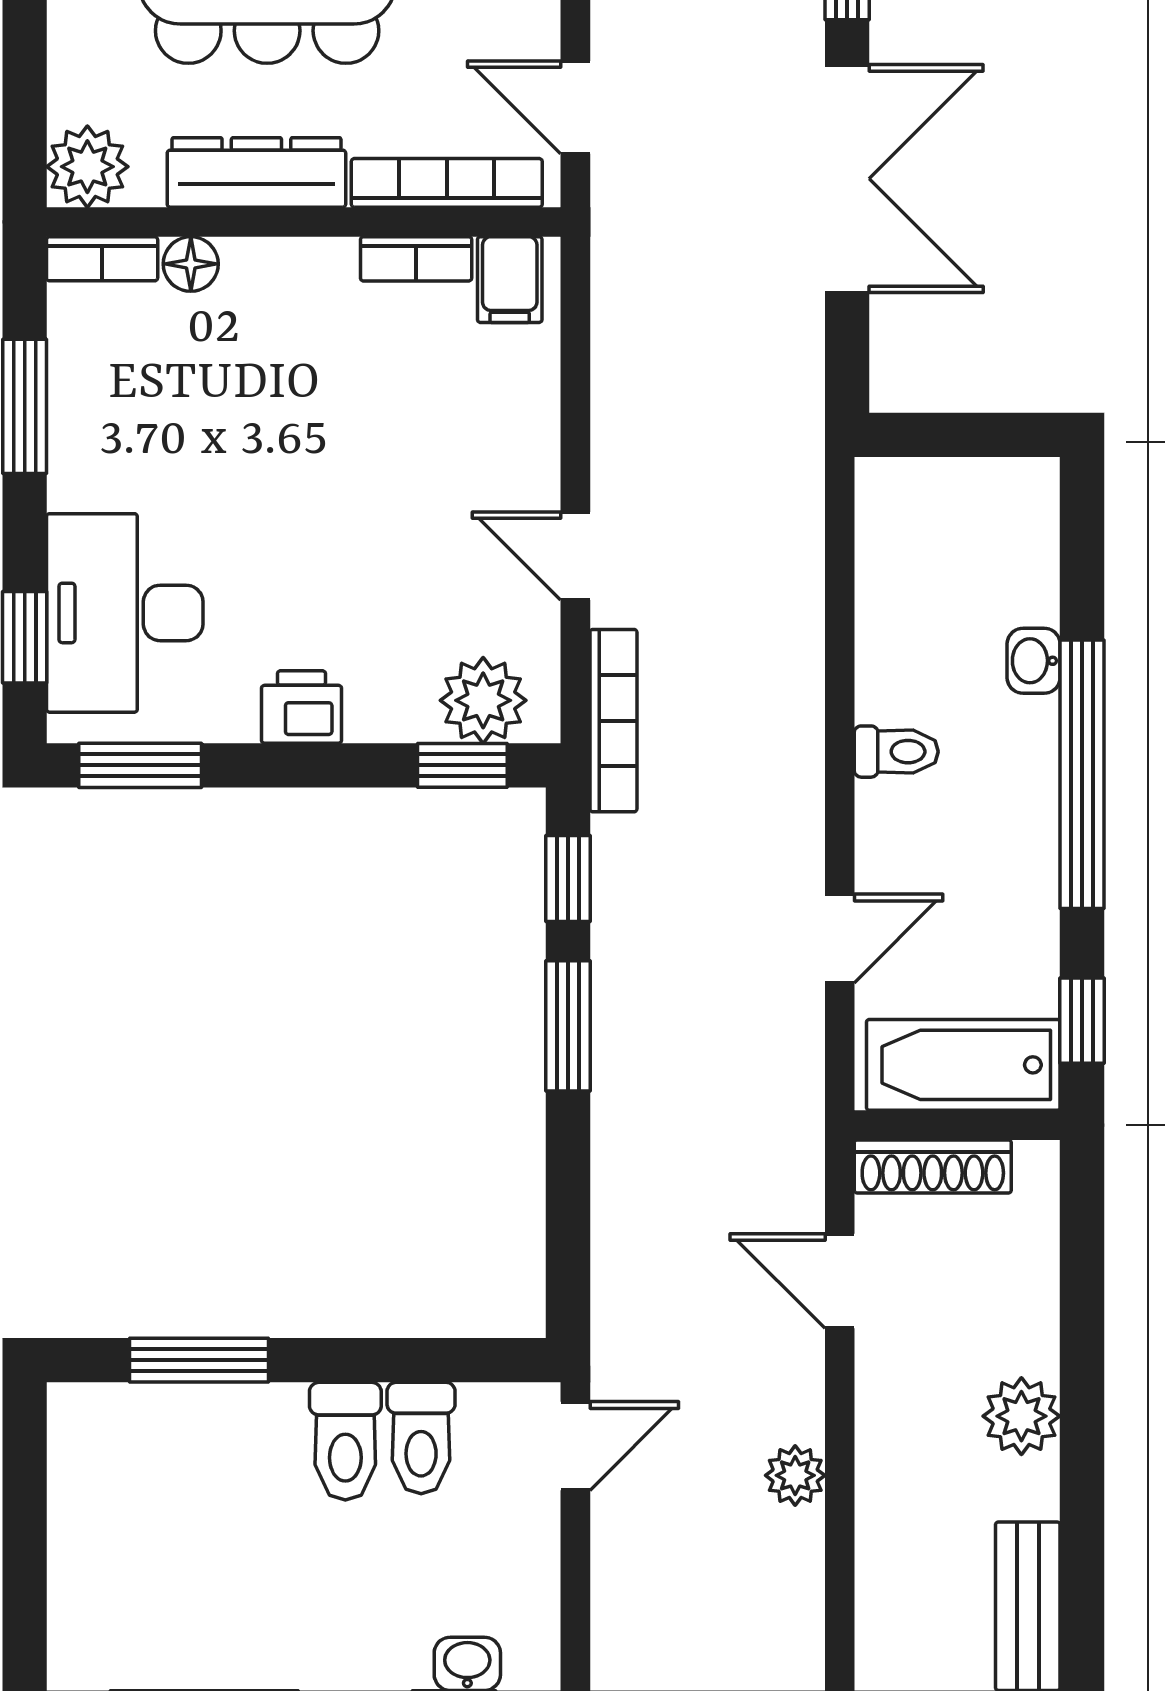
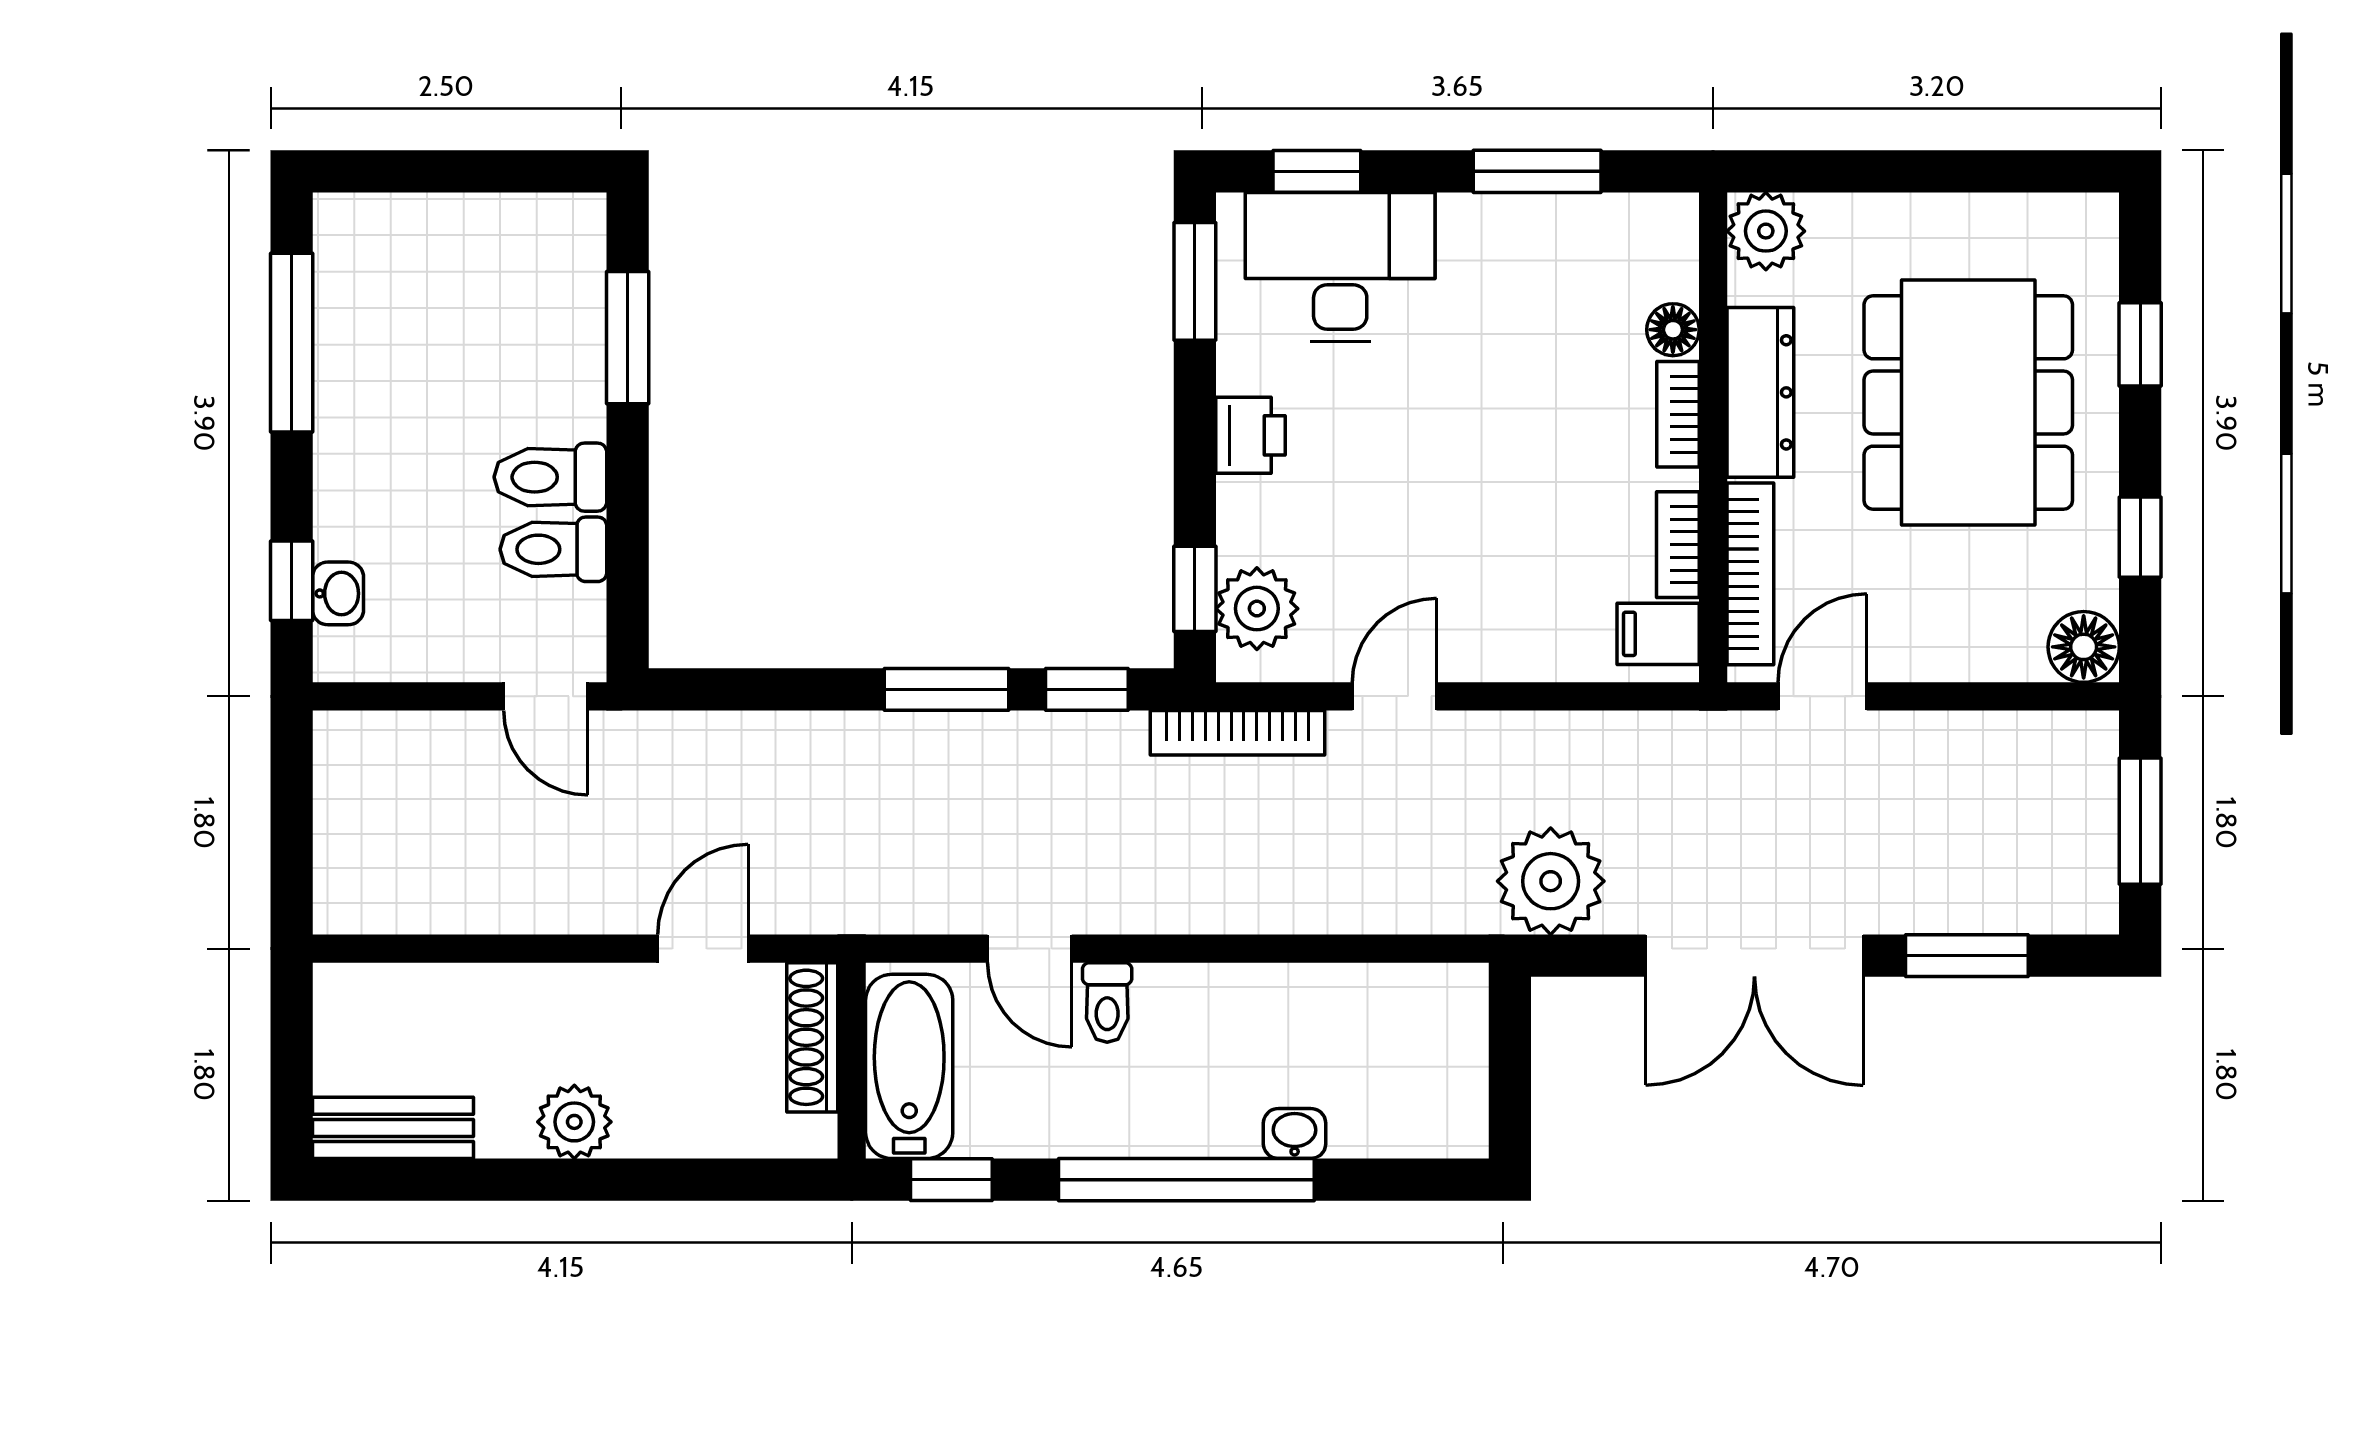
bookcase: (102, 259) -> (1678, 414), moved
toilet: (896, 752) -> (1107, 1003), moved
plant: (795, 1475) -> (1551, 881), moved, width x1.87, depth x1.87

